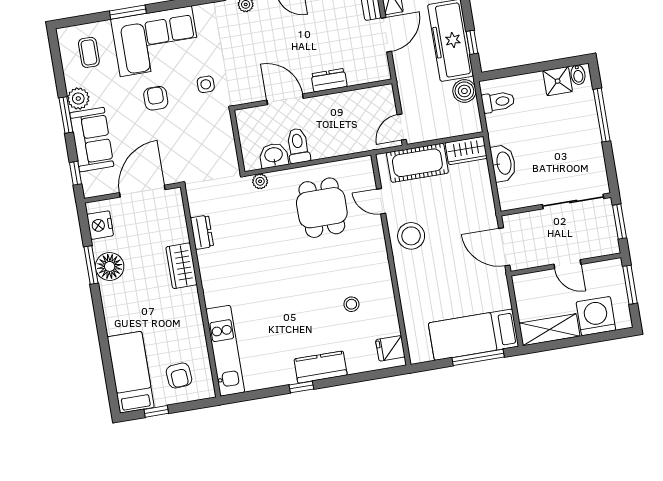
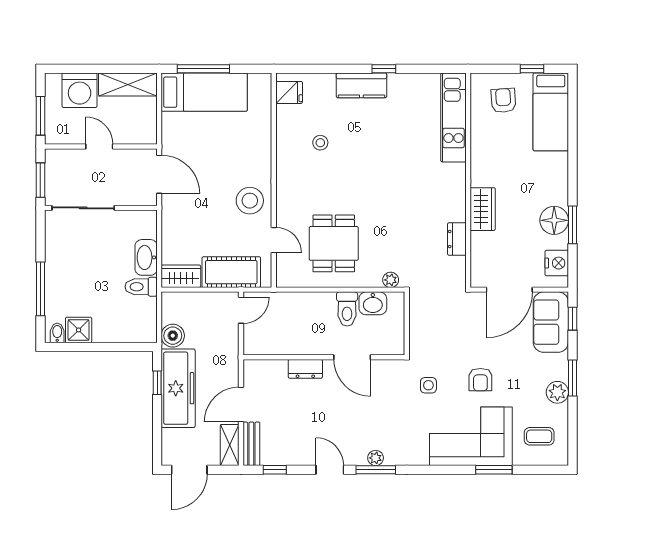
coffee table: (89, 52) -> (539, 436), turned 90
toilet: (498, 102) -> (141, 287), moved
sofa: (92, 140) -> (551, 322), moved

